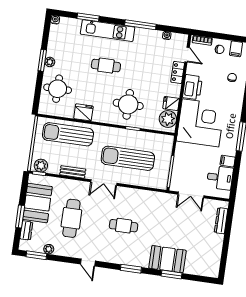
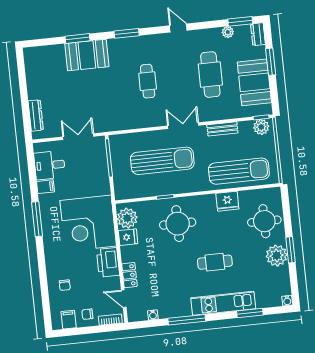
plant: (50, 62) -> (277, 256), width x1.87, depth x1.87
cafe table: (124, 226) -> (148, 81), turned 90
dresser: (26, 230) -> (258, 34), moved

